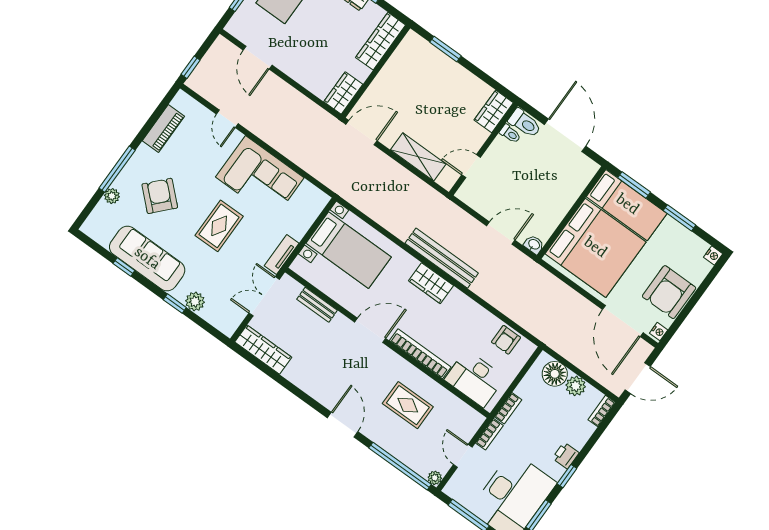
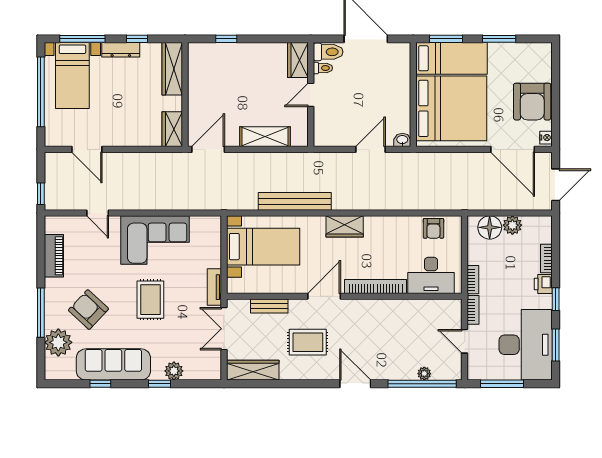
window: (445, 49) -> (226, 39), width x0.67
door: (471, 166) -> (311, 95), moved
plant: (112, 196) -> (58, 342), width x1.88, depth x1.88
nightstand: (713, 255) -> (546, 49), removed
bench: (442, 258) -> (295, 201), moved
rug: (408, 405) -> (308, 342), moved
bookcase: (602, 411) -> (546, 259), moved
plant: (435, 478) -> (424, 374), moved

